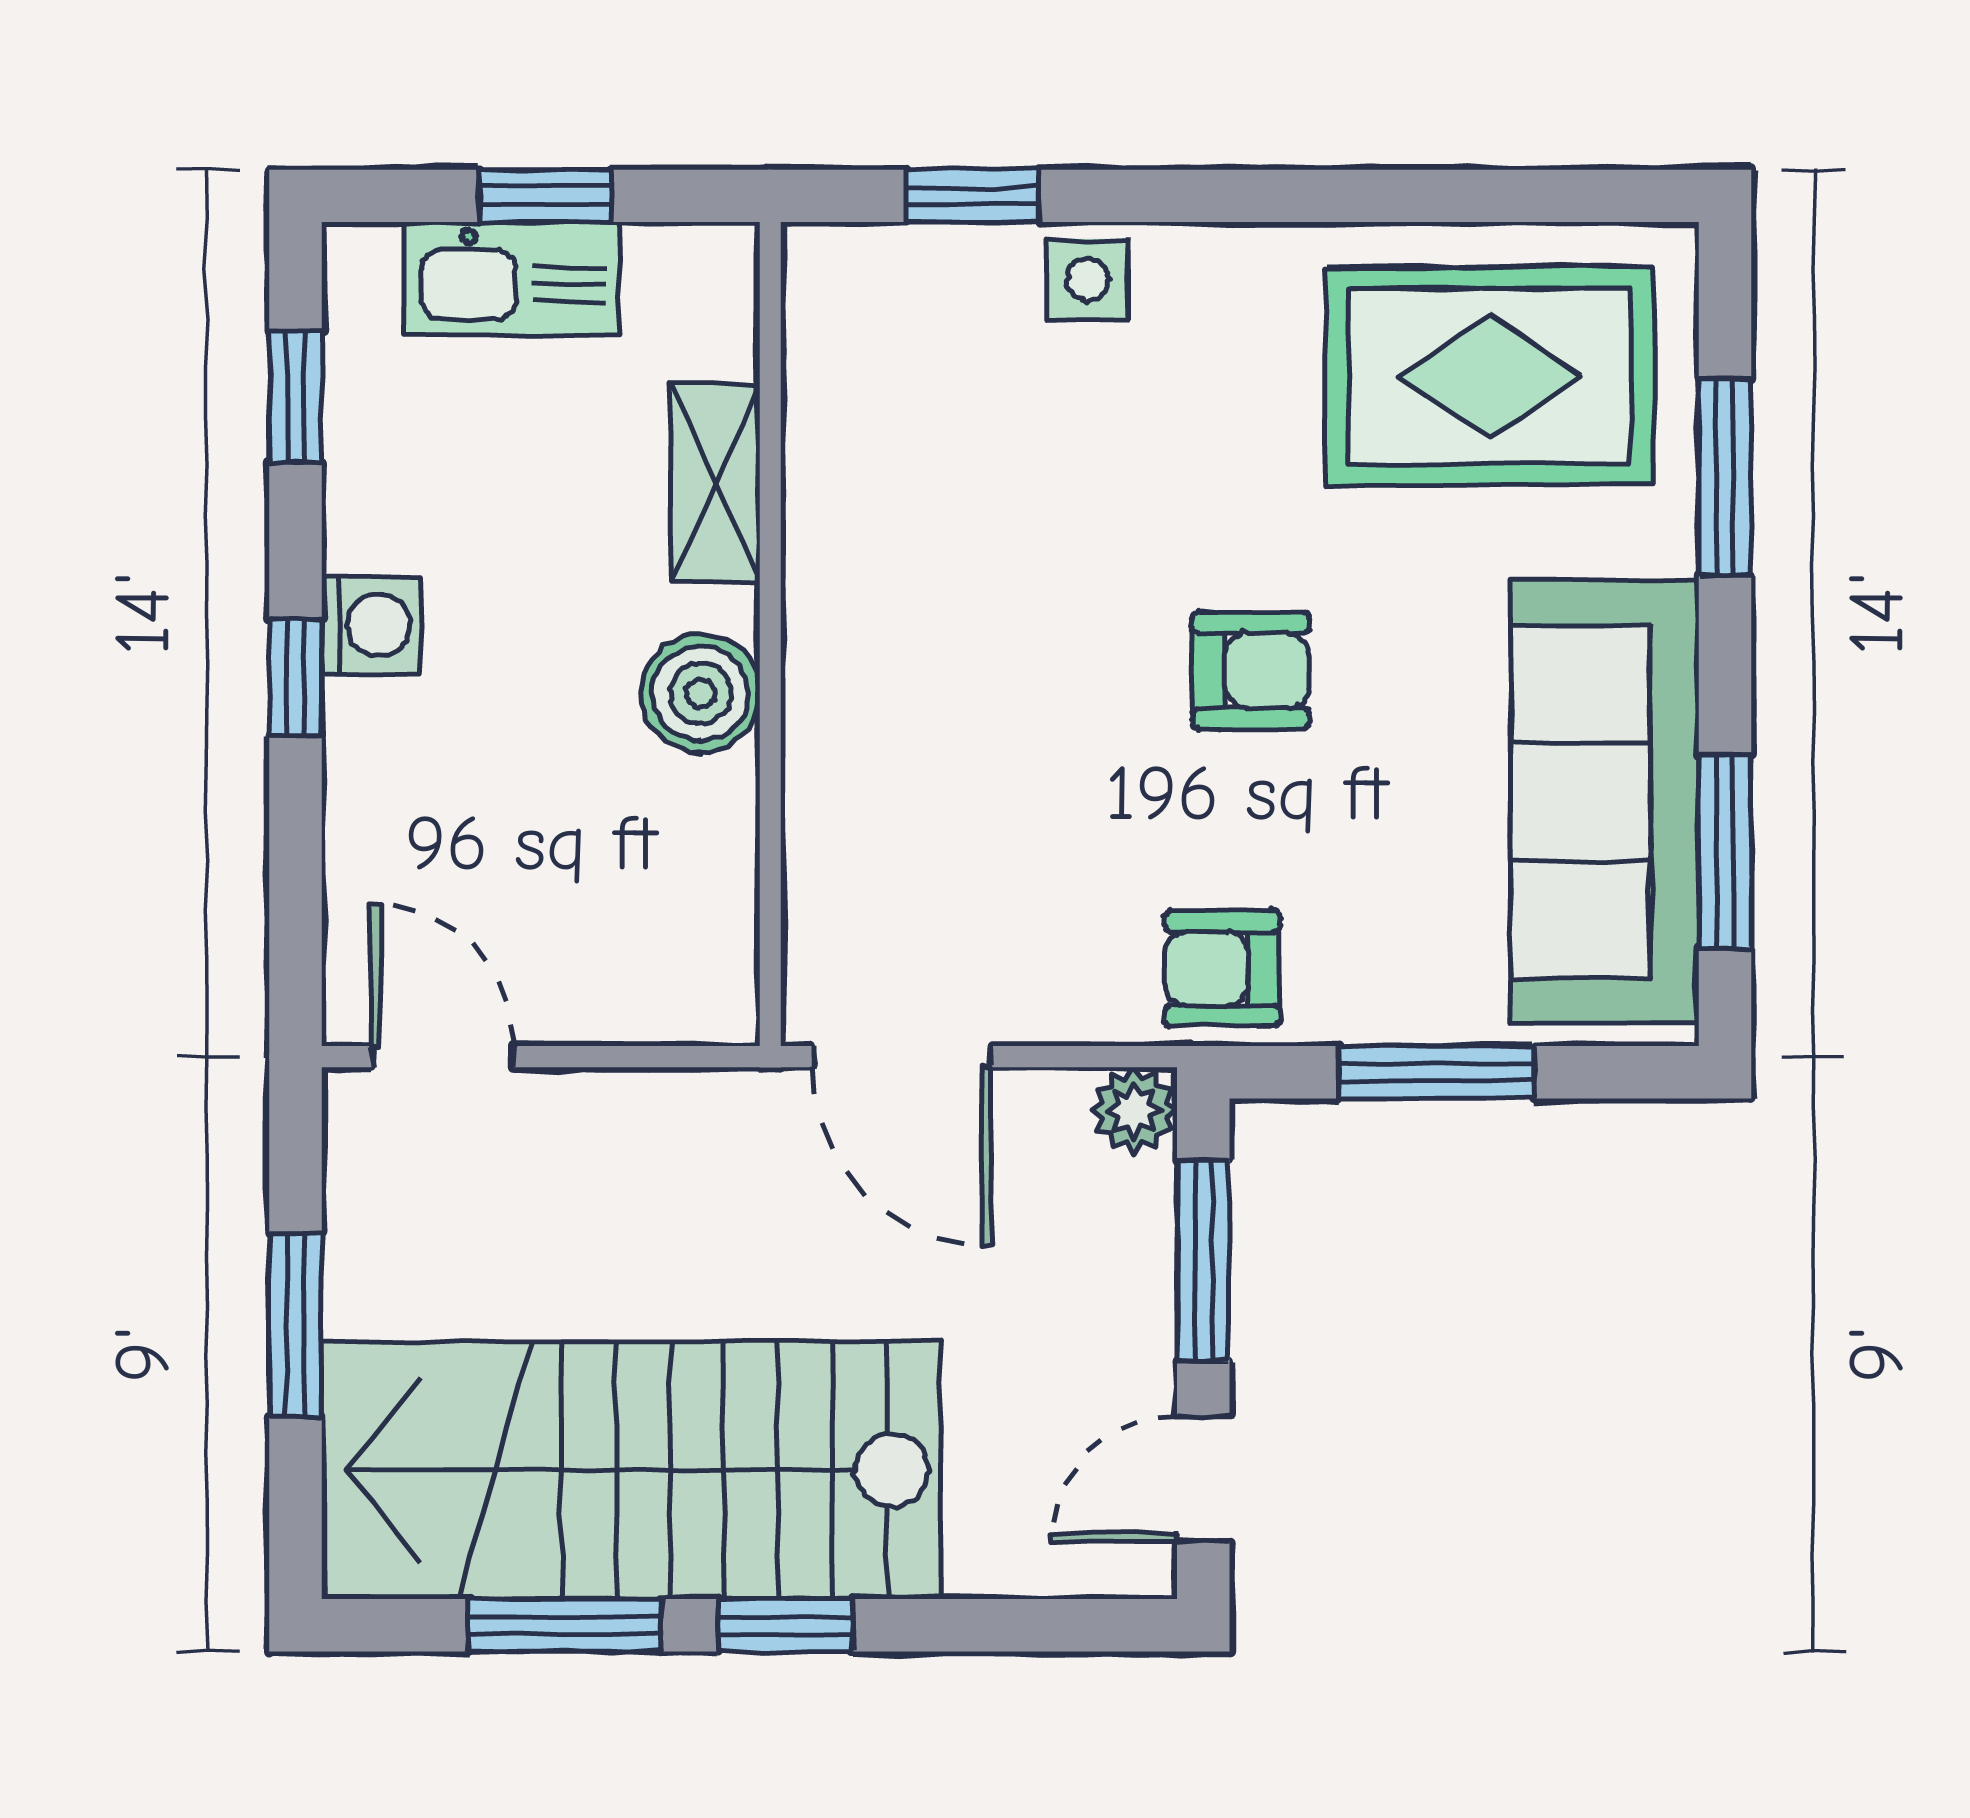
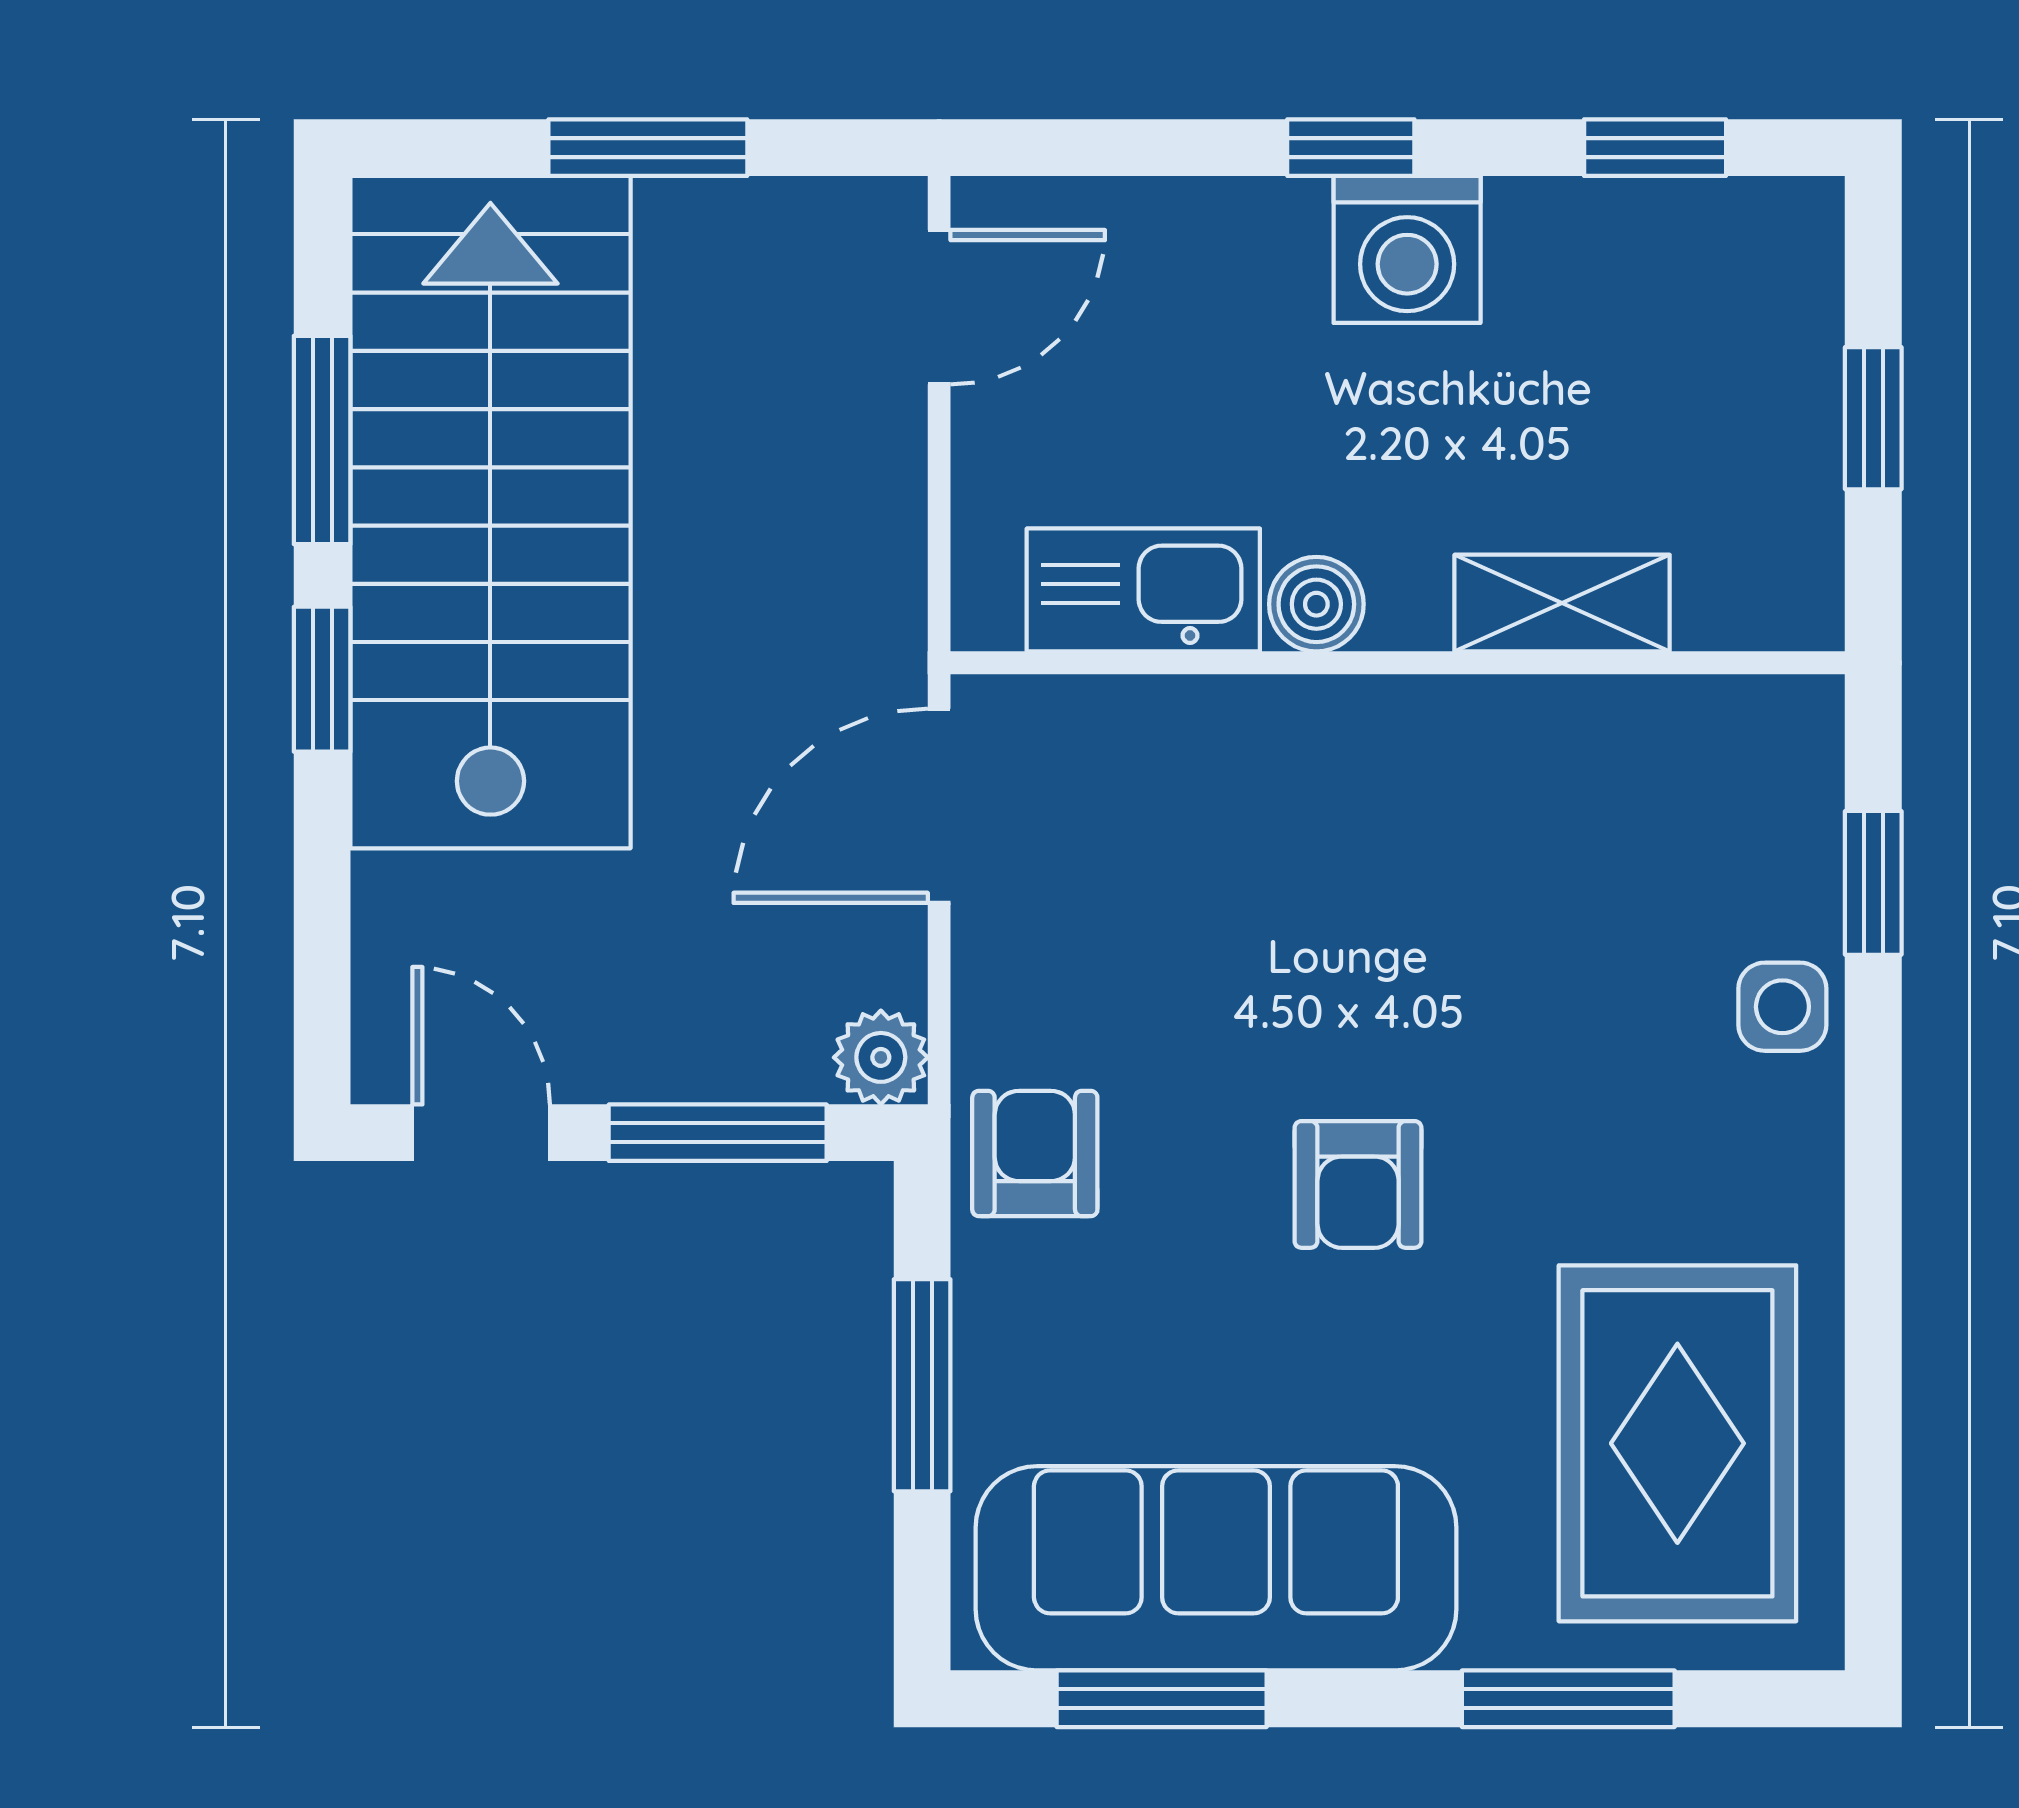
kitchen sink: (512, 279) -> (1143, 590), moved, turned 90
washing machine: (371, 625) -> (1407, 249), width x1.38, depth x1.38
boiler: (700, 693) -> (1316, 604), width x0.73, depth x0.73

